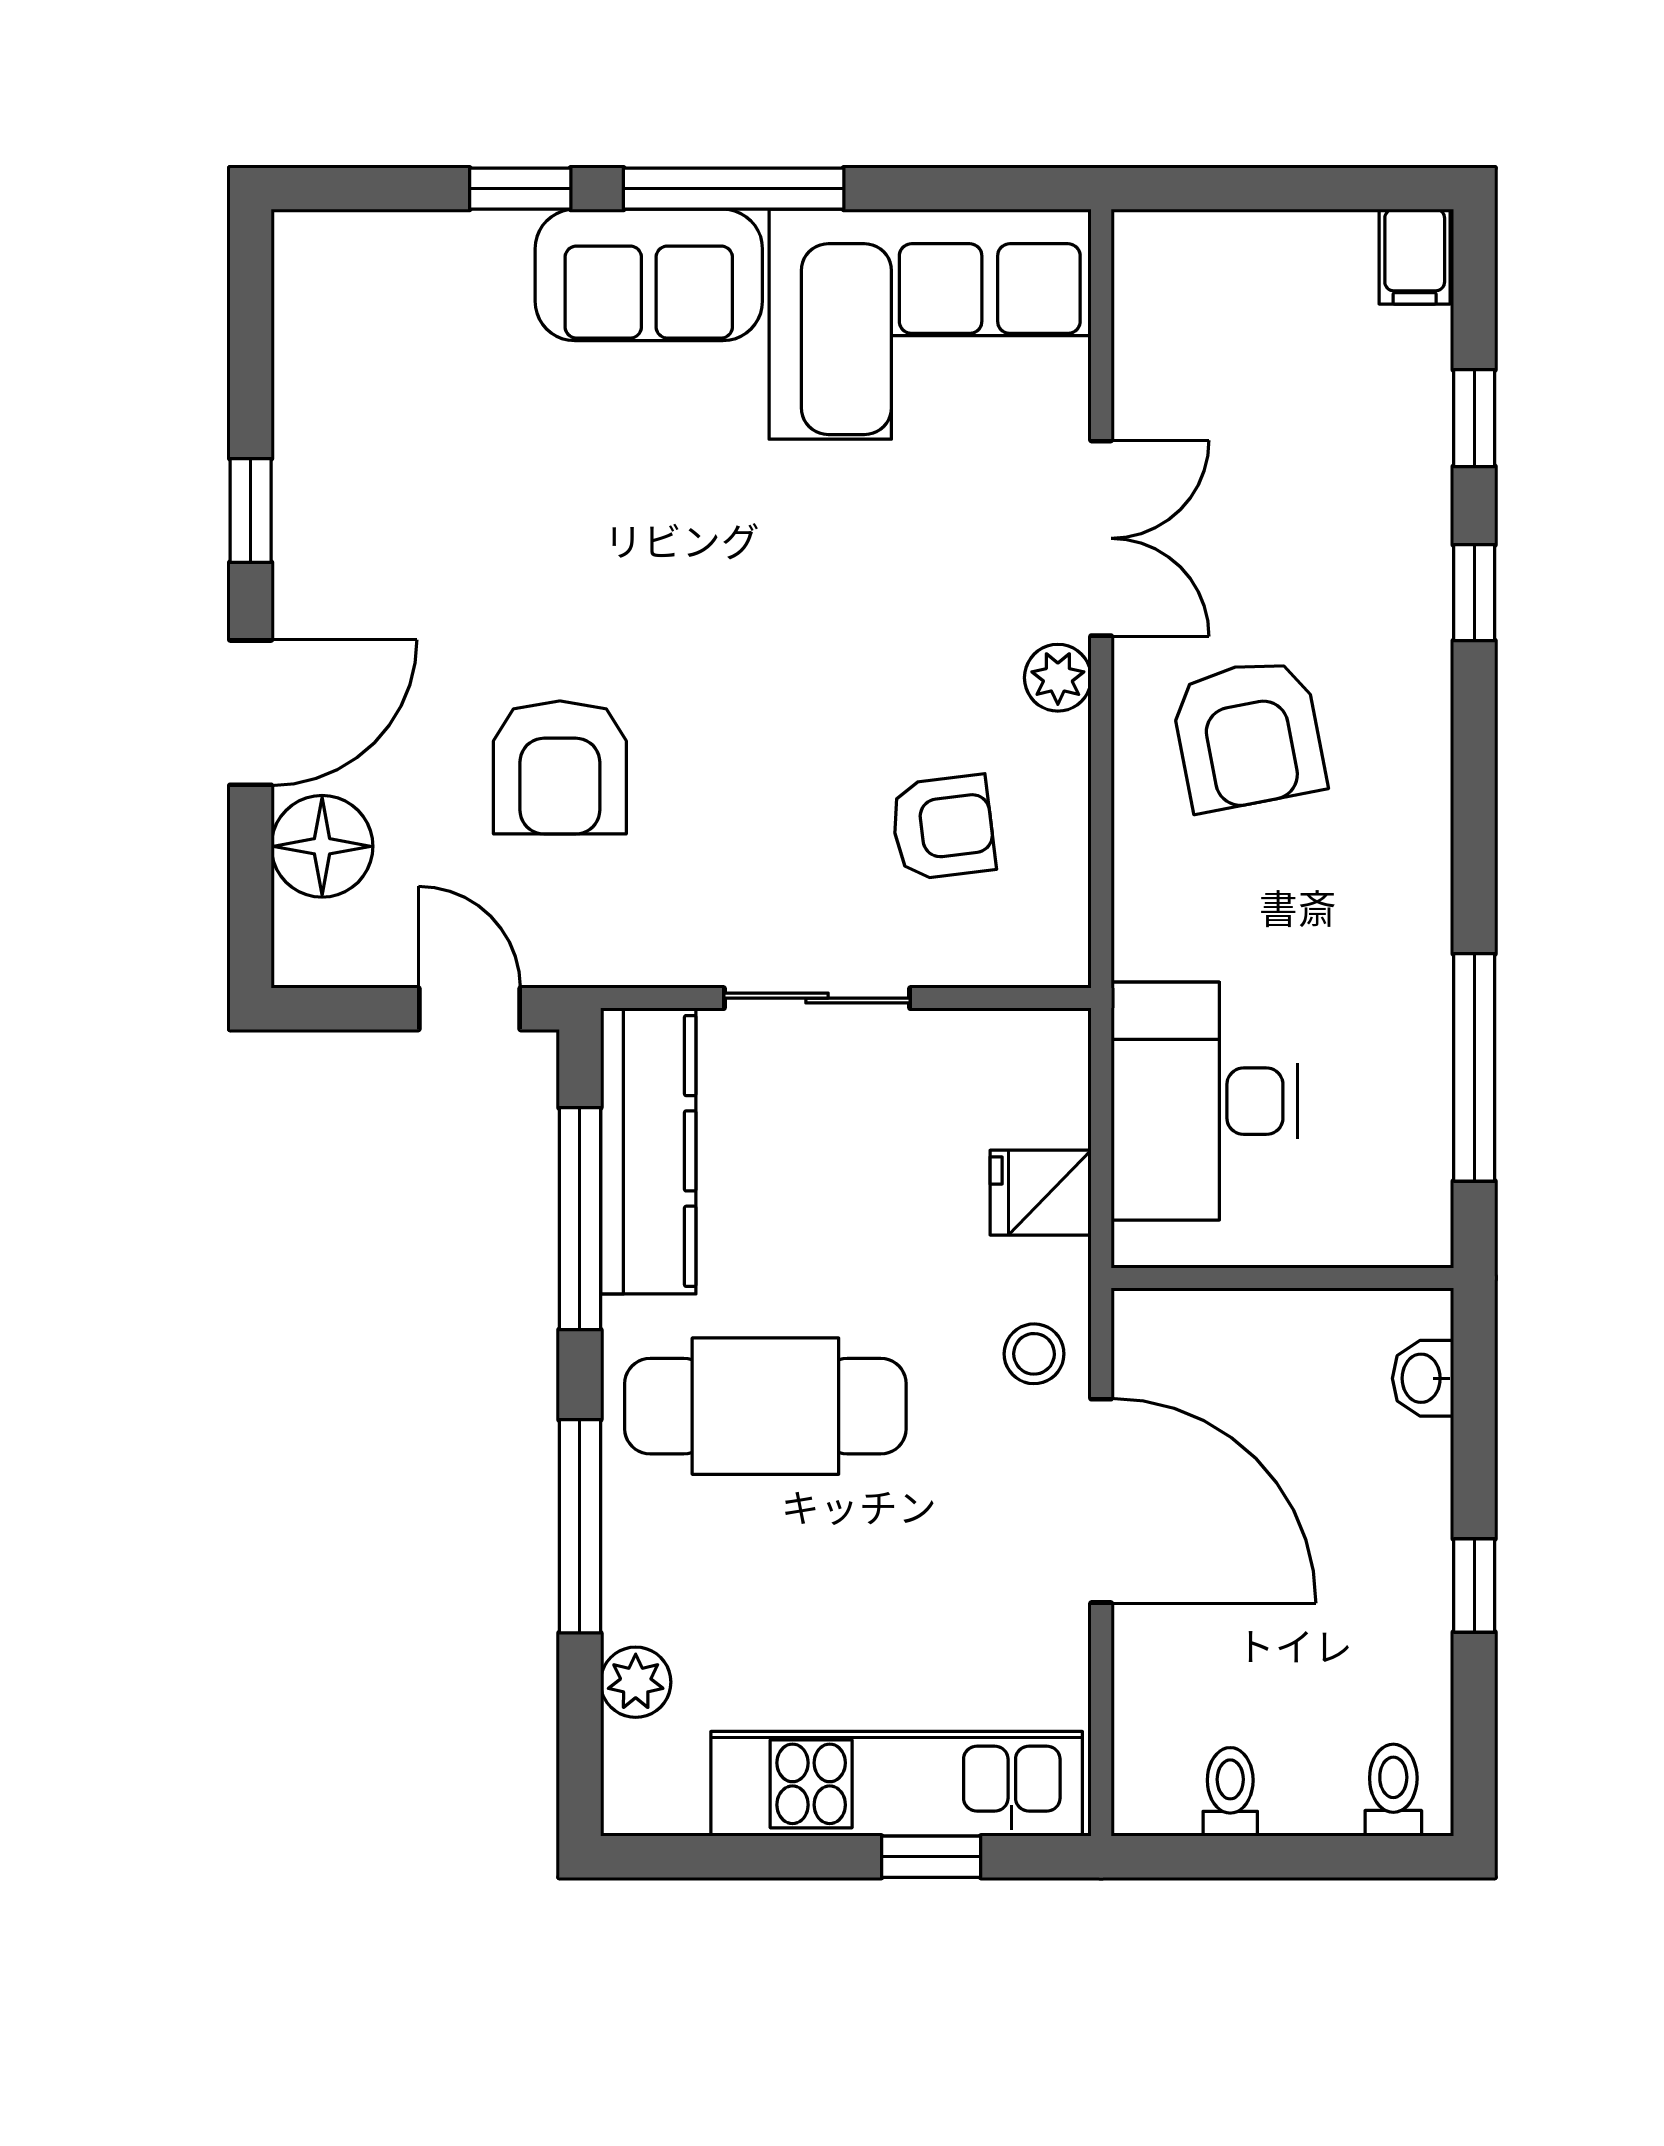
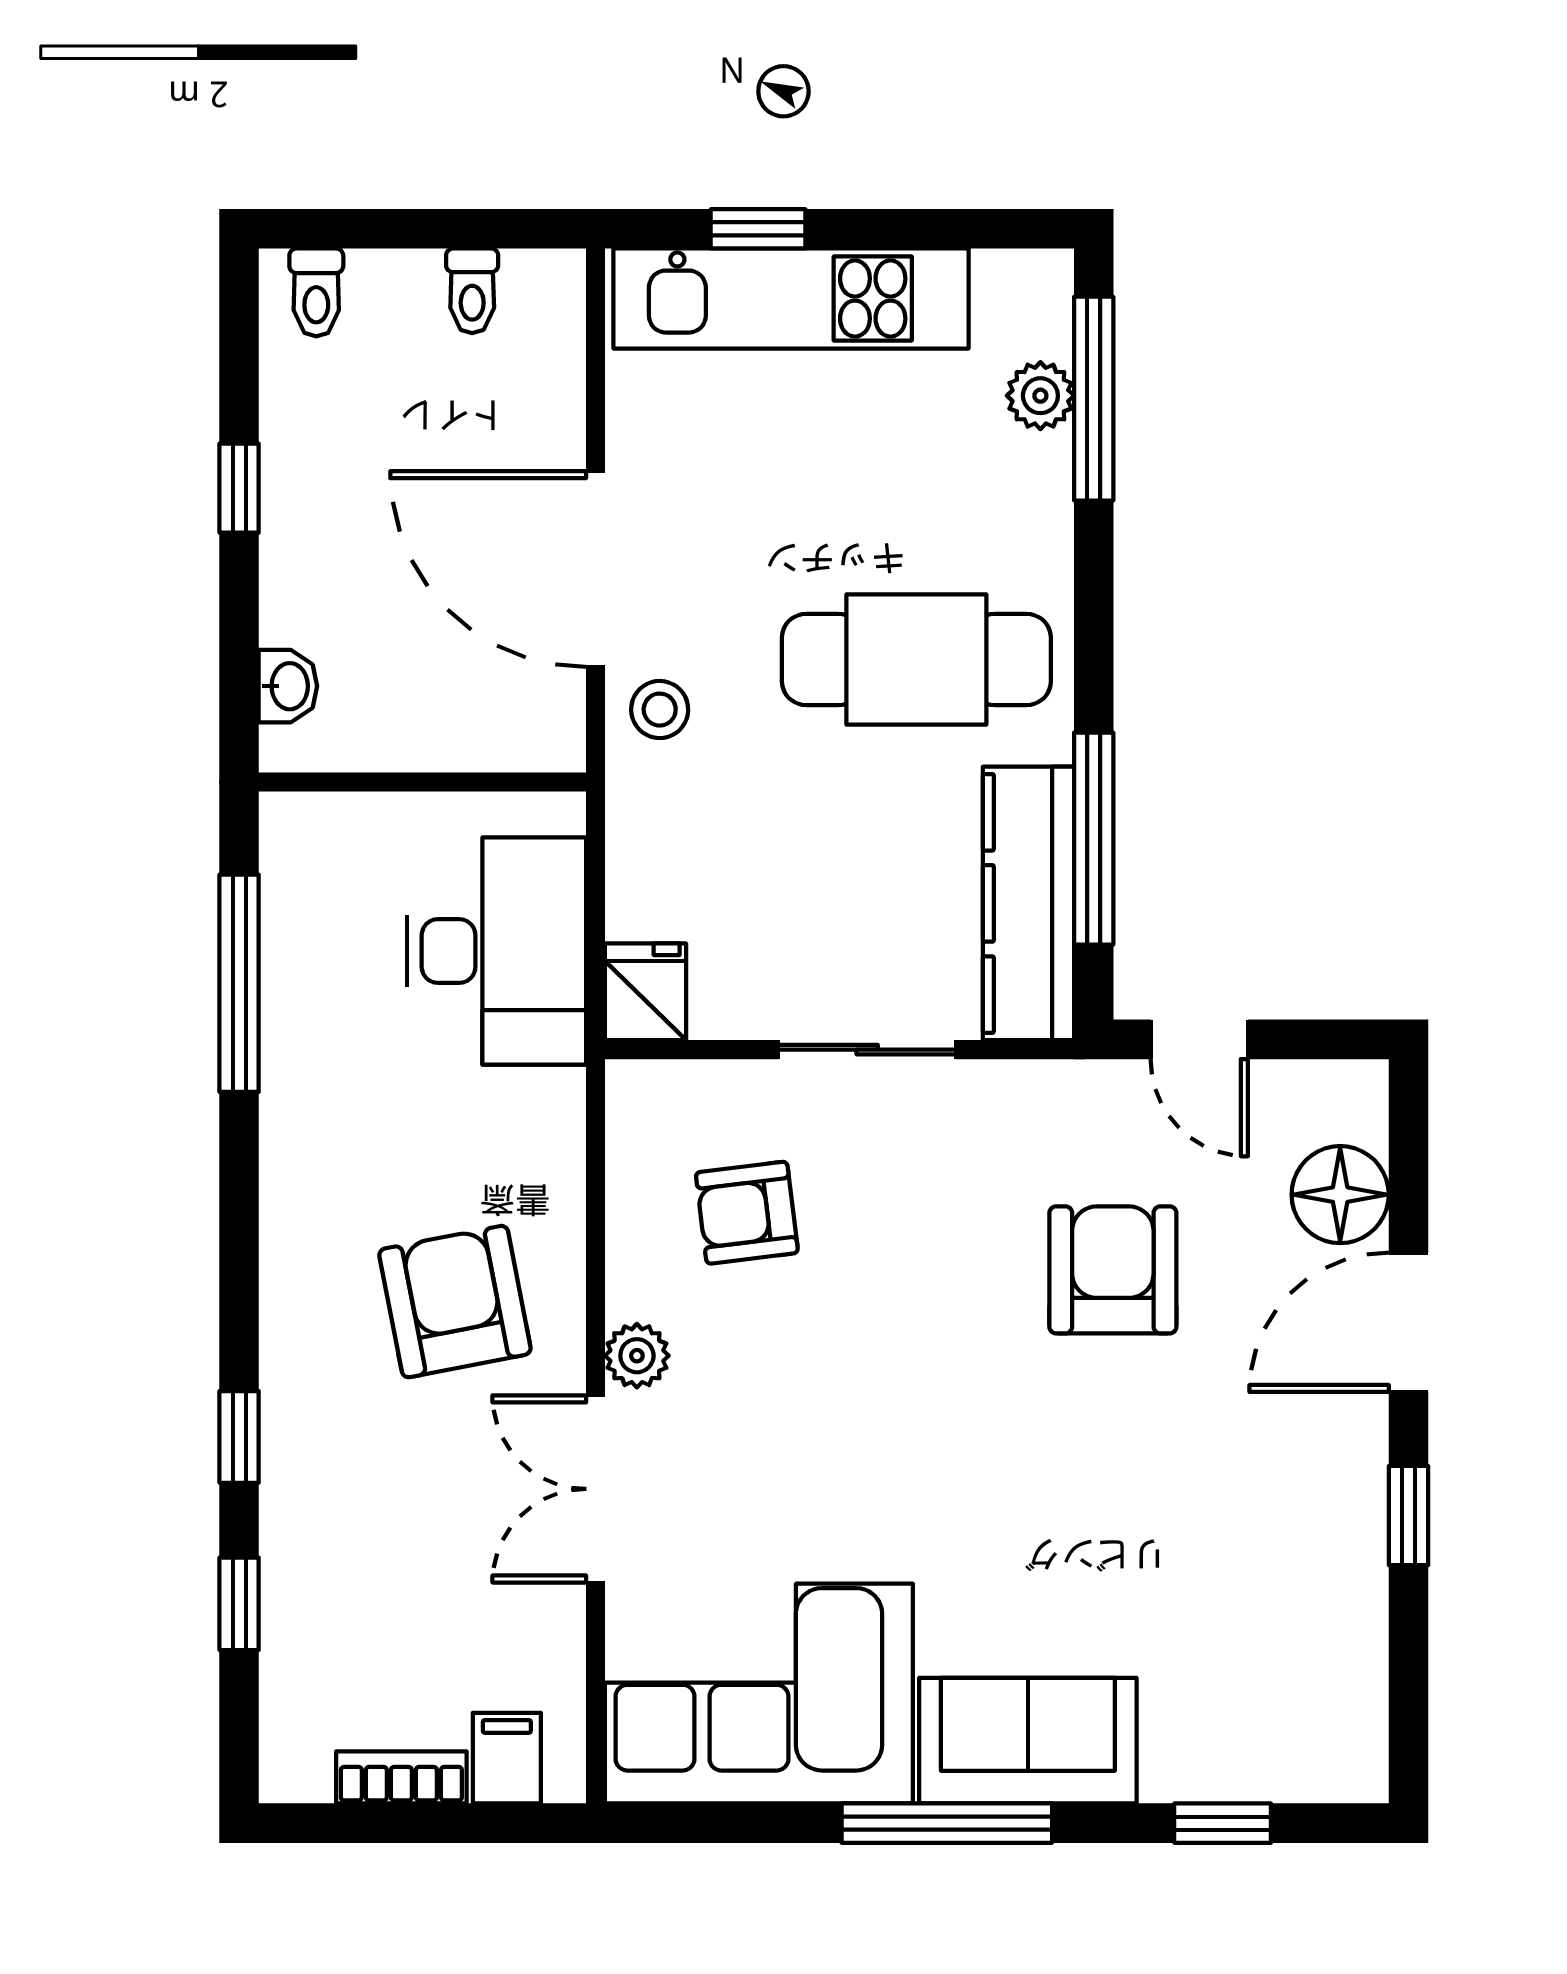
window: (520, 189) -> (1223, 1823), moved
bookcase: (1304, 237) -> (401, 1777), added
filing cabinet: (1415, 257) -> (507, 1758), moved
fridge: (1041, 1193) -> (646, 992), moved, turned -90
window: (580, 1526) -> (1094, 399), moved

